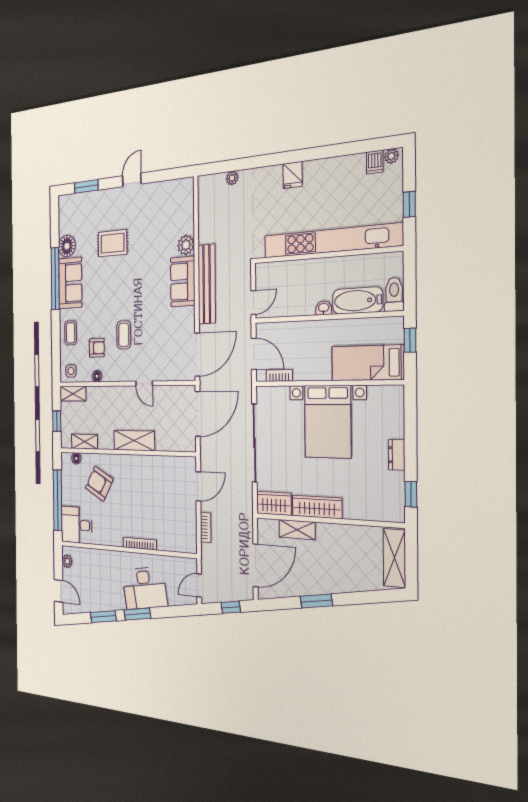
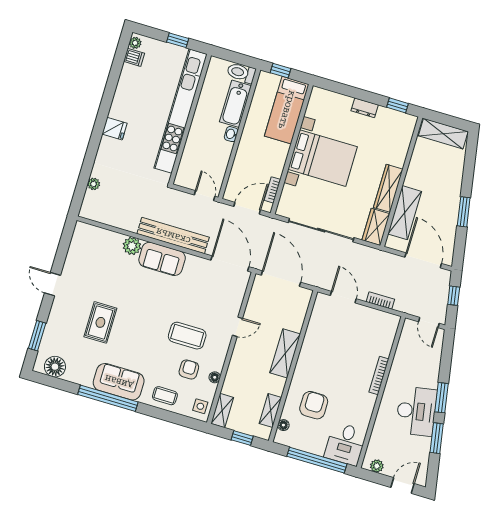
floor lamp: (67, 246) -> (55, 367), moved
coffee table: (124, 335) -> (187, 336), width x1.36, depth x1.30
armchair: (99, 484) -> (314, 405), turned 151
shelving: (297, 530) -> (405, 213), width x1.50, depth x1.33
desk: (144, 588) -> (416, 411), moved

